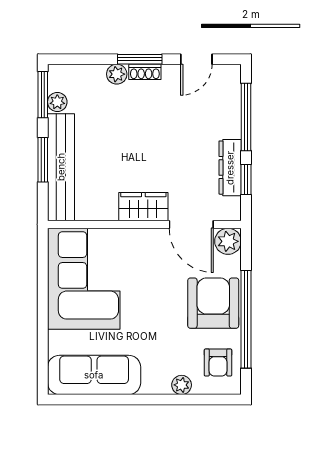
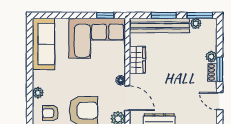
wardrobe: (143, 207) -> (137, 60), moved
door: (191, 224) -> (127, 98), swing flipped
floor lamp: (159, 237) -> (121, 80), added
window: (43, 264) -> (105, 15), added

